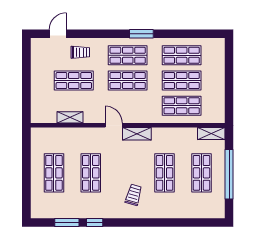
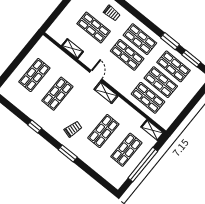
window: (141, 34) -> (170, 41), moved
window: (193, 34) -> (191, 58), added
window: (67, 222) -> (68, 153), moved

